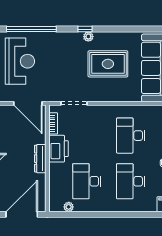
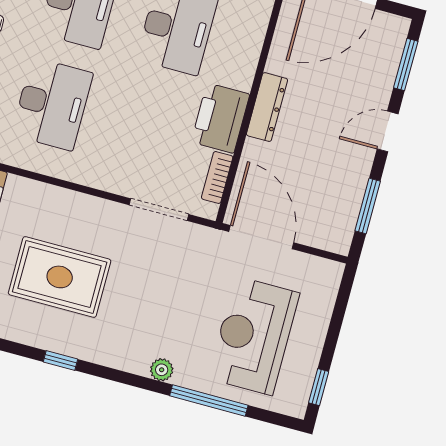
window: (31, 29) -> (209, 400), width x0.68
window: (85, 29) -> (61, 360), moved
plant: (88, 37) -> (162, 370), moved

